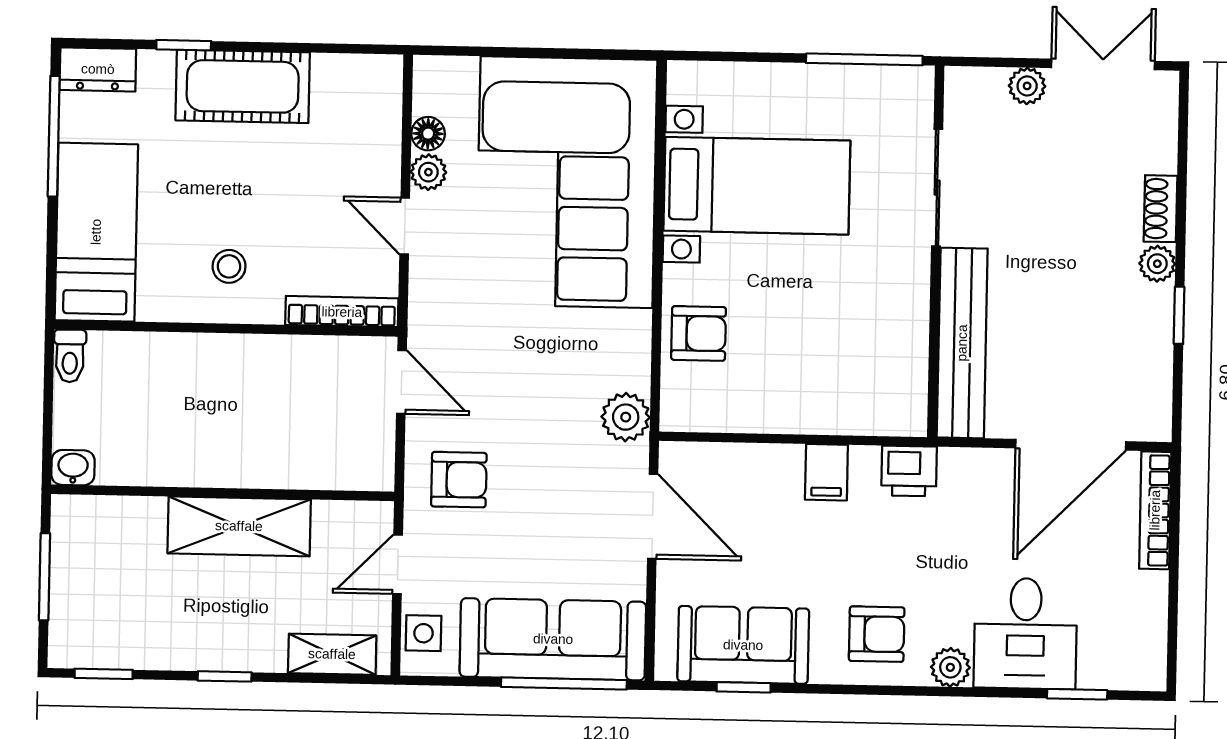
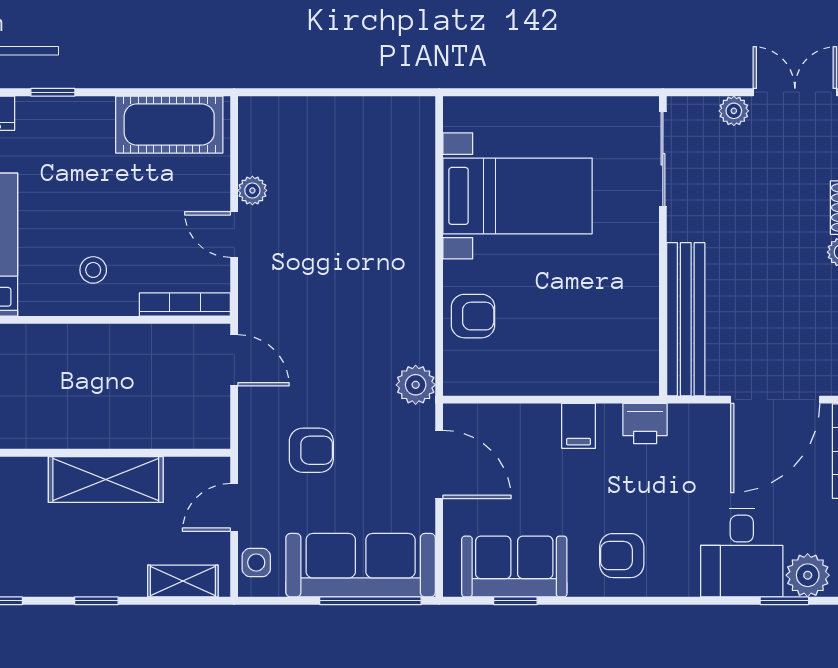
window: (864, 59) -> (602, 92), removed
cot: (243, 86) -> (169, 125), moved
floor lamp: (428, 134) -> (251, 159), removed
corner sofa: (566, 182) -> (364, 196), removed
sliding door: (937, 188) -> (663, 159), moved
armchair: (459, 480) -> (311, 450), moved
armchair: (877, 634) -> (622, 556), turned 180
plant: (950, 667) -> (808, 575), moved, width x1.38, depth x1.38

